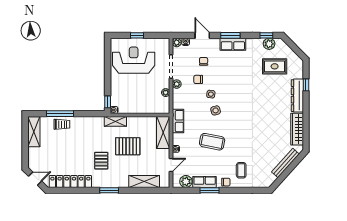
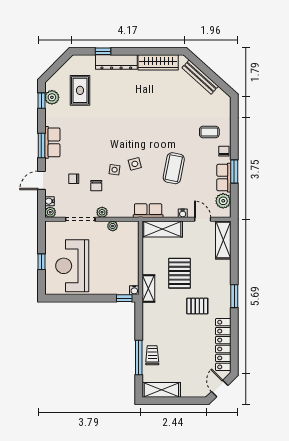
shelving: (144, 181) -> (223, 240), moved

